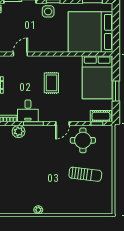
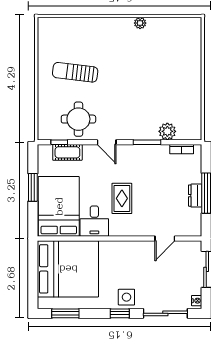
desk: (28, 111) -> (94, 221), moved, turned 180
cot: (101, 116) -> (67, 152), moved
door: (63, 124) -> (107, 142), swing flipped

